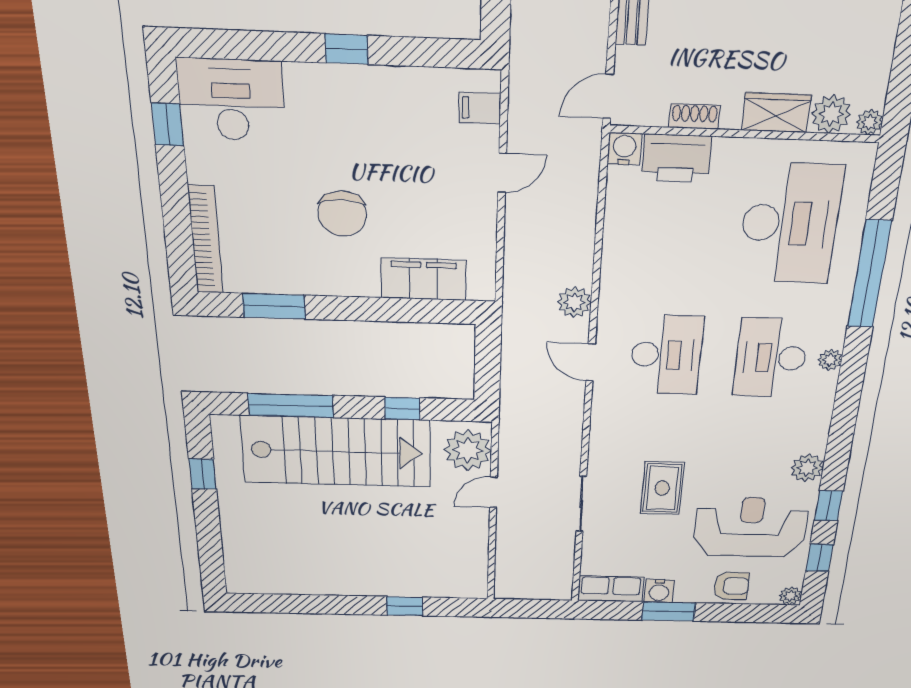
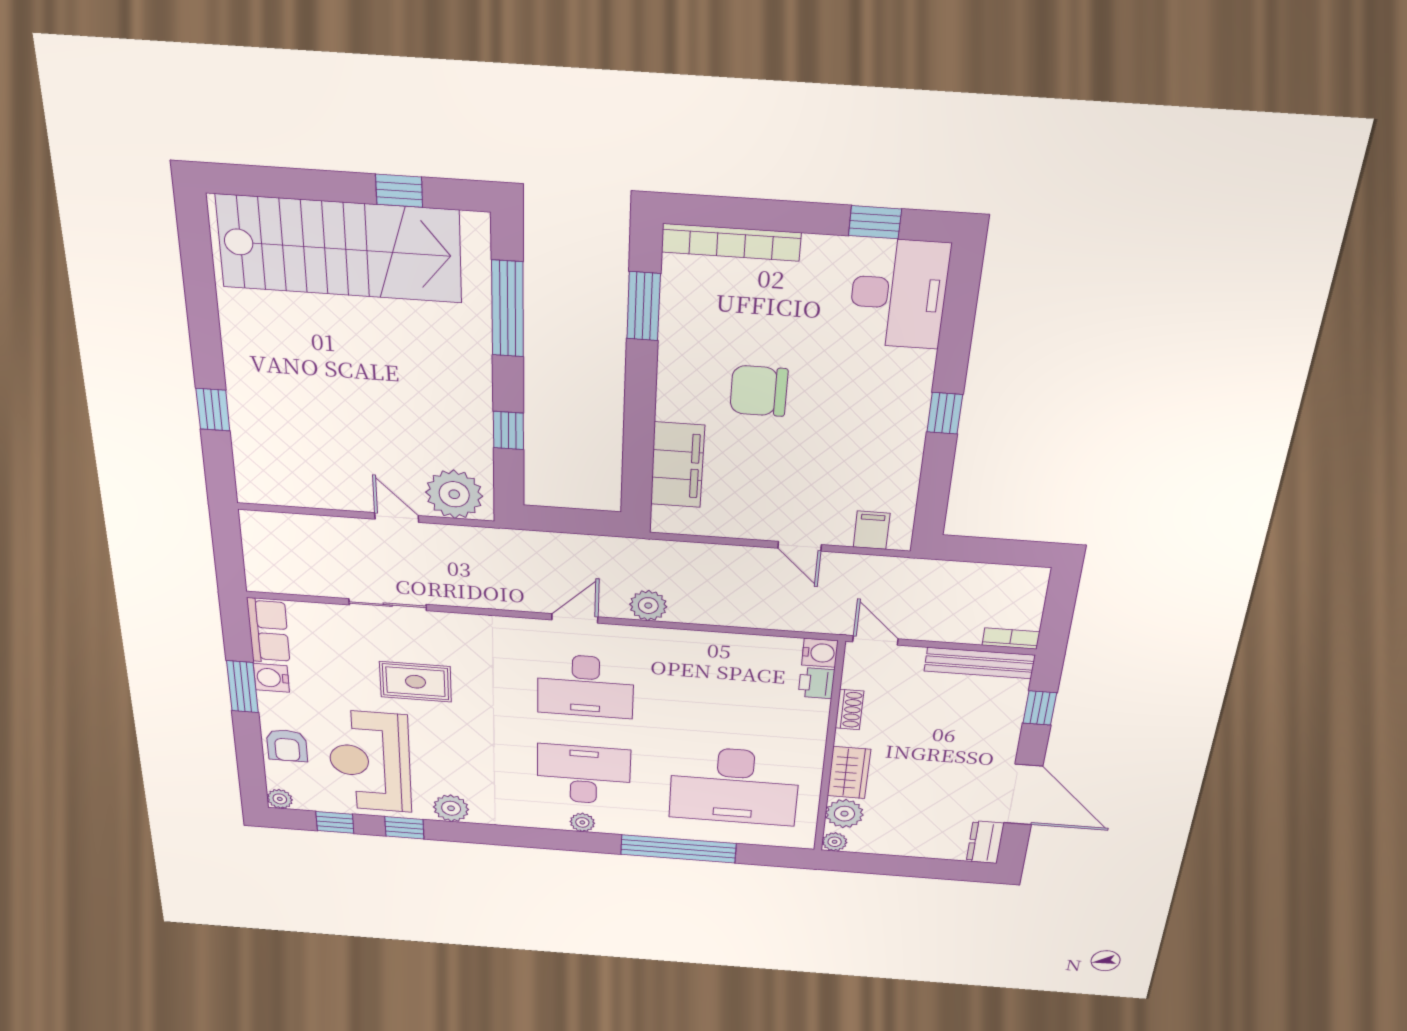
printer: (676, 158) -> (816, 683), width x0.53, depth x0.68
stairs: (336, 451) -> (340, 249), moved, turned -90
reception desk: (750, 527) -> (370, 761), turned 180

